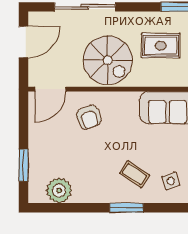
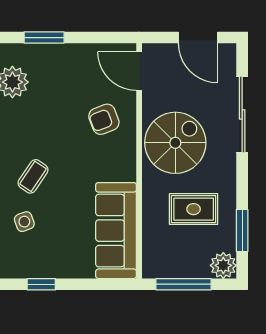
rug: (161, 46) -> (194, 209), turned 90
spiral stairs: (108, 60) -> (175, 143), turned 180

